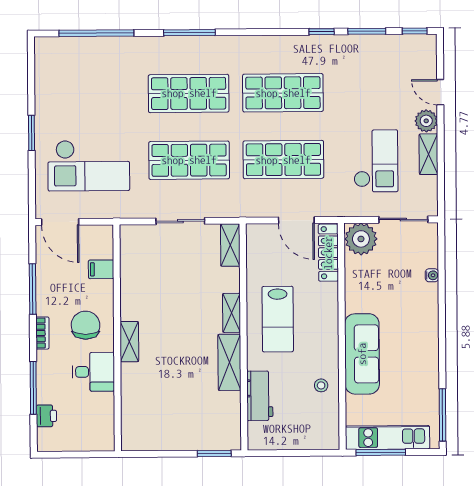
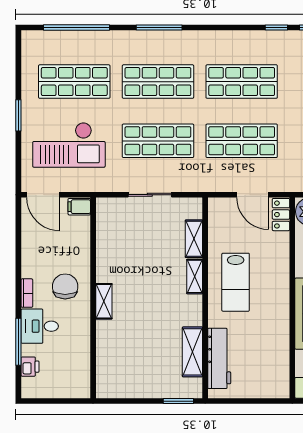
shop shelf: (94, 94) -> (74, 82), added
shelving: (230, 245) -> (194, 239), moved
locker: (328, 253) -> (281, 215), width x0.66
filing cabinet: (101, 269) -> (79, 207), moved
window: (33, 289) -> (18, 254), removed
shelving: (229, 362) -> (192, 352), moved
desk: (93, 372) -> (40, 326), moved, turned 180
stool: (321, 385) -> (274, 341), removed
workbench: (260, 396) -> (219, 358), width x1.37

